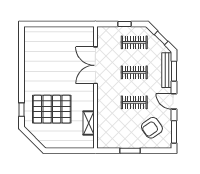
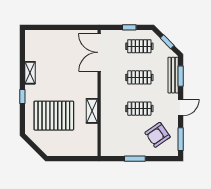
double door: (95, 65) -> (99, 52), moved
shelving: (29, 68) -> (30, 73), added
door: (174, 101) -> (181, 107), swing flipped
window: (21, 110) -> (22, 96), moved
shelving: (89, 123) -> (92, 111), moved

